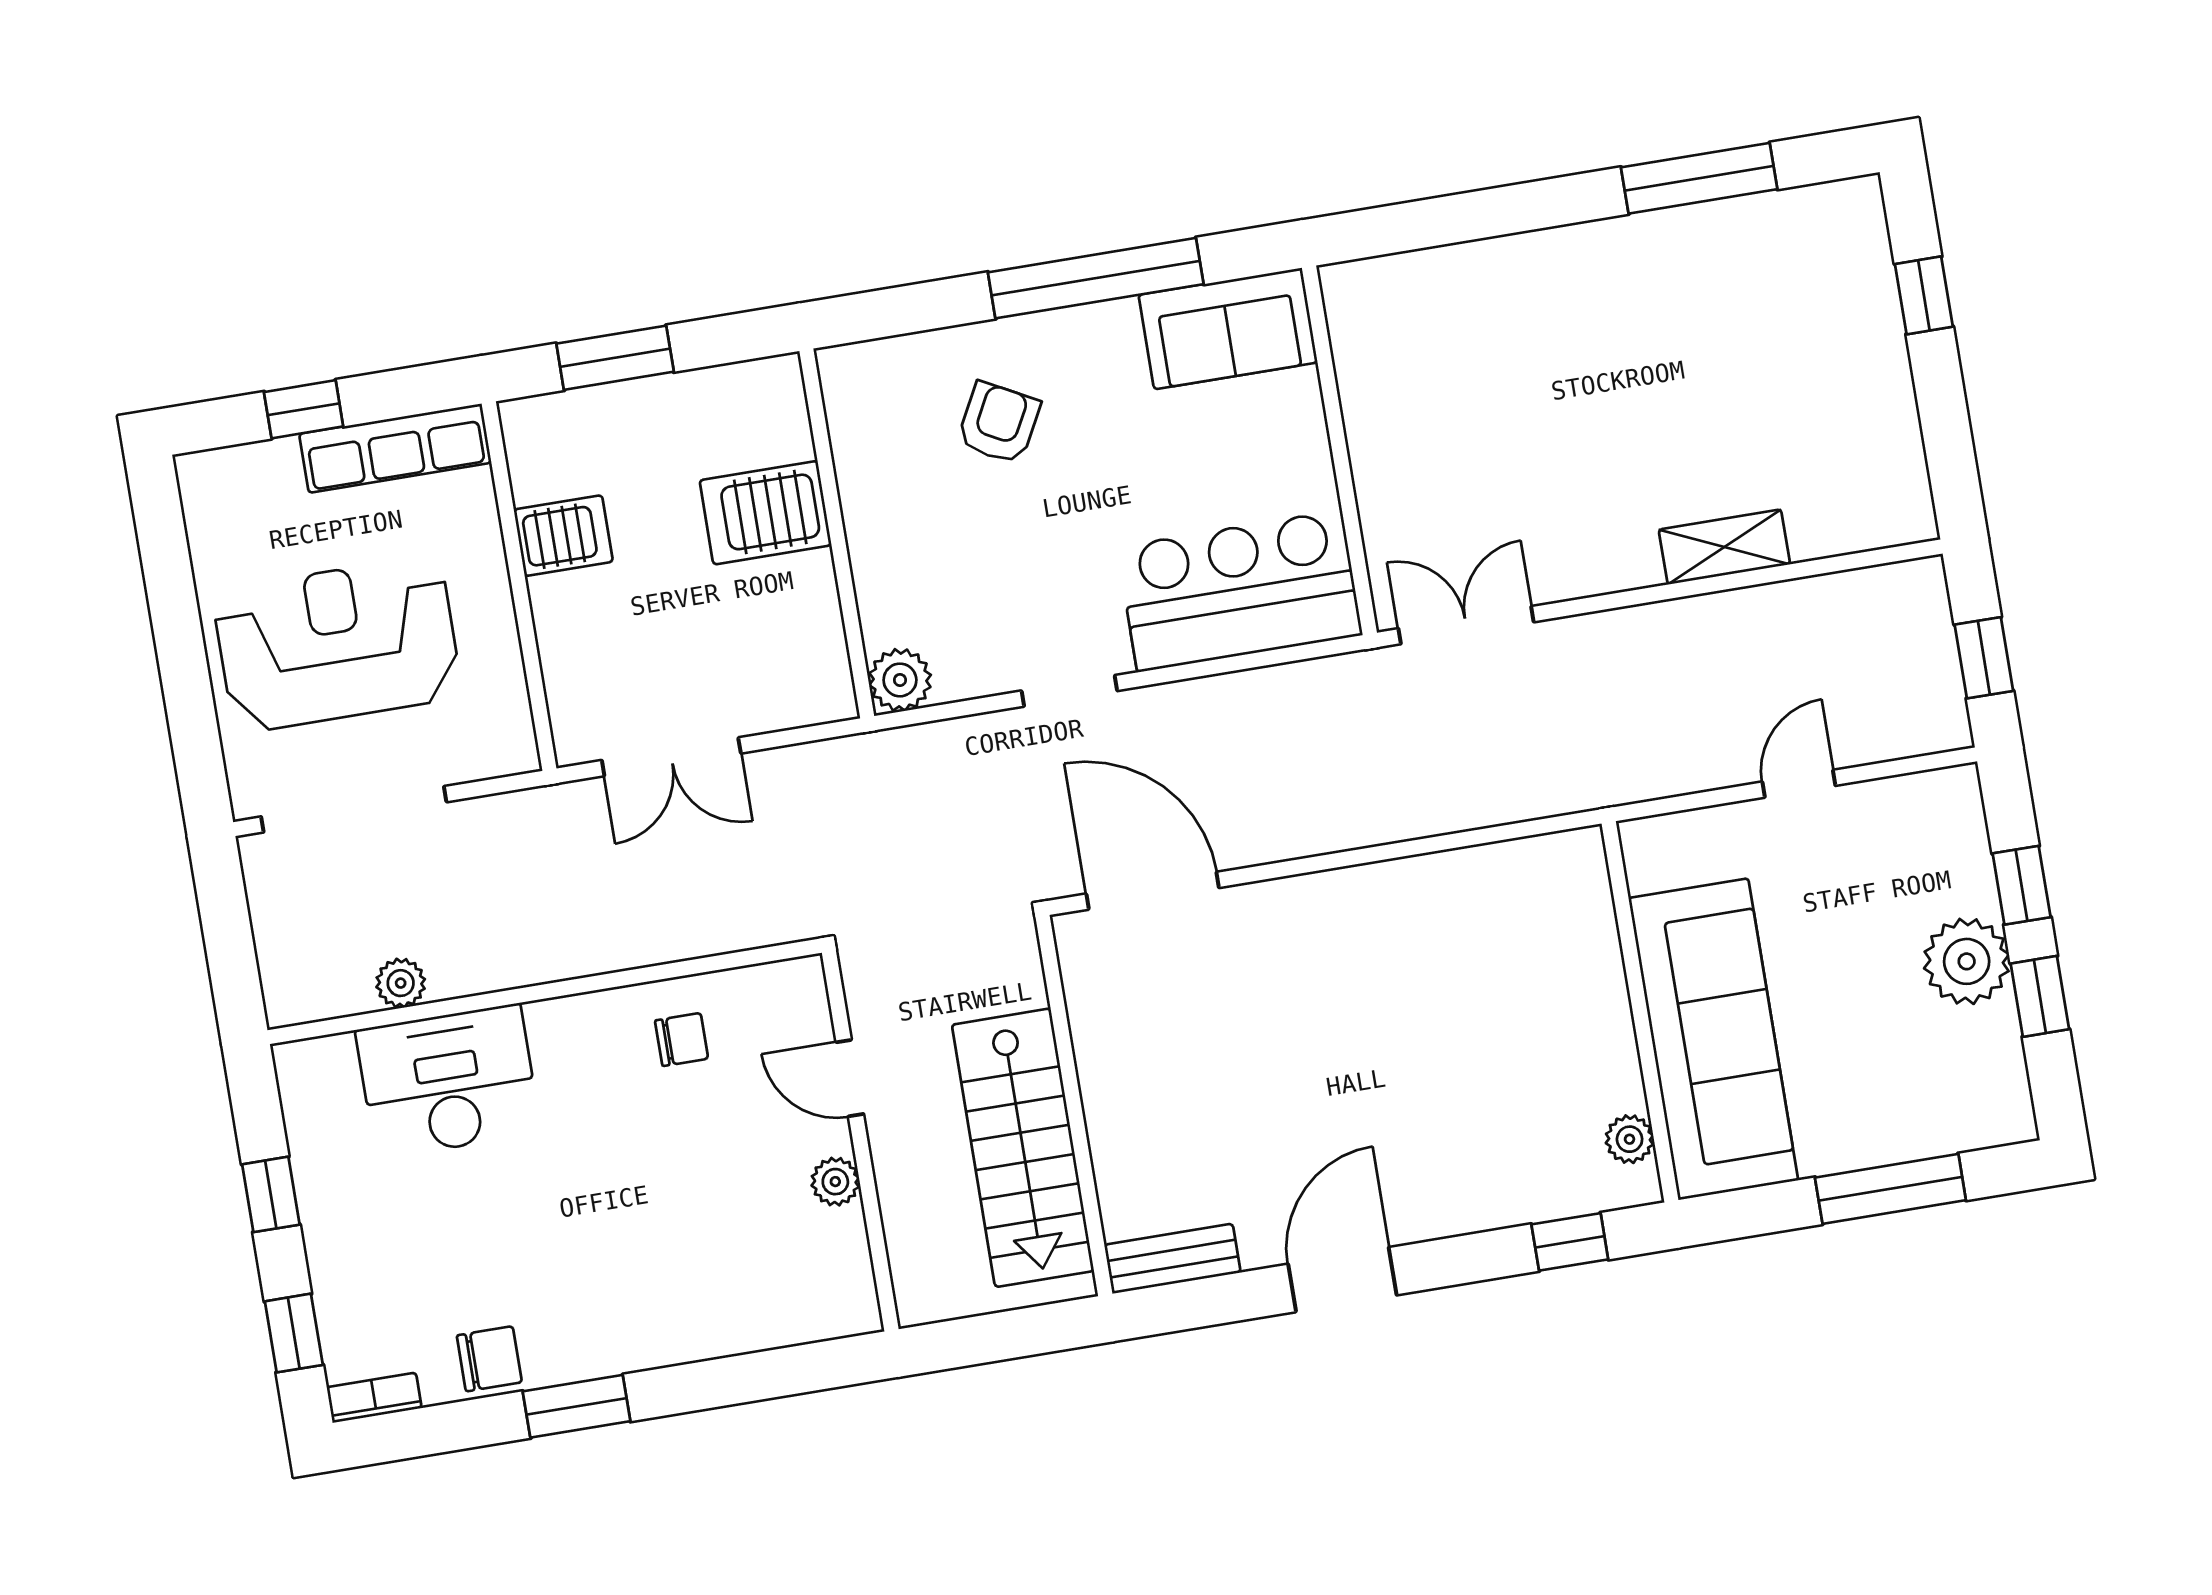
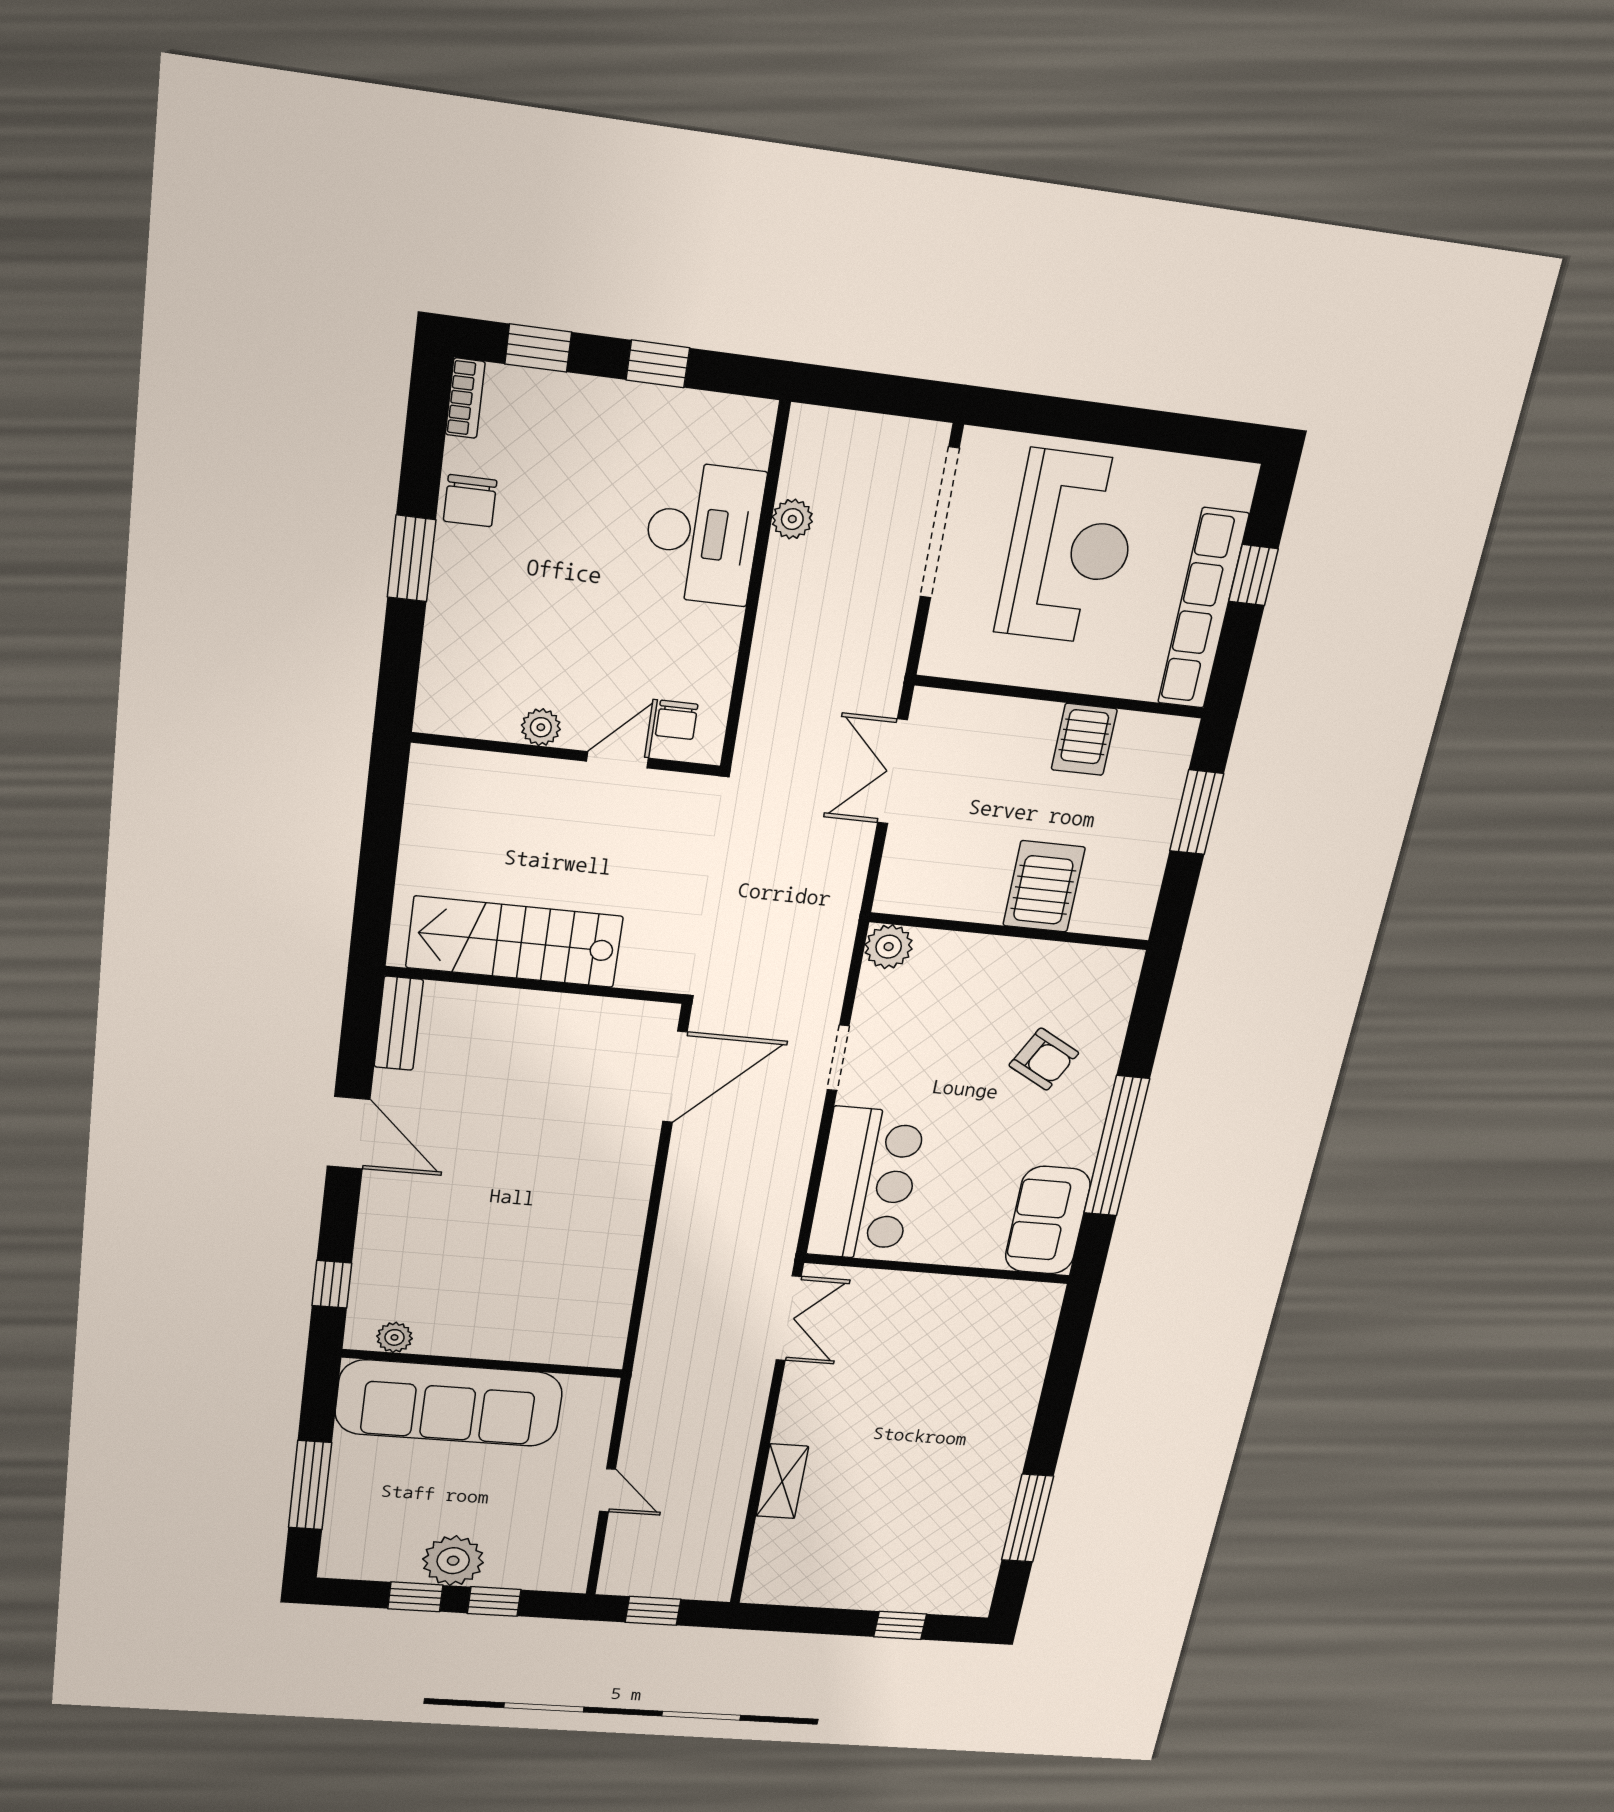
row of seats: (395, 448) -> (1203, 609), width x1.36
door: (850, 1078) -> (618, 760), moved
wall: (860, 1141) -> (567, 754), moved
plant: (835, 1182) -> (541, 727), moved

